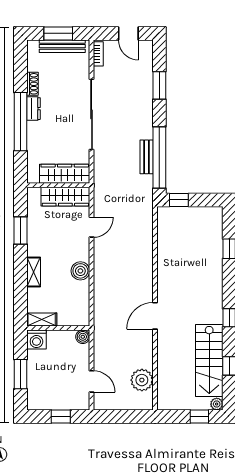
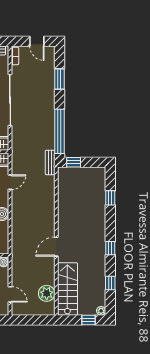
bench: (147, 157) -> (50, 162), moved
stairs: (209, 360) -> (67, 289), moved, turned 180

